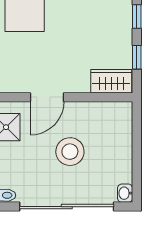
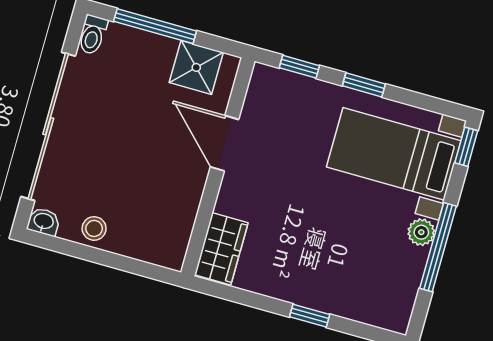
window: (137, 57) -> (247, 298), removed
stool: (70, 152) -> (94, 228), moved, width x0.53, depth x0.53

